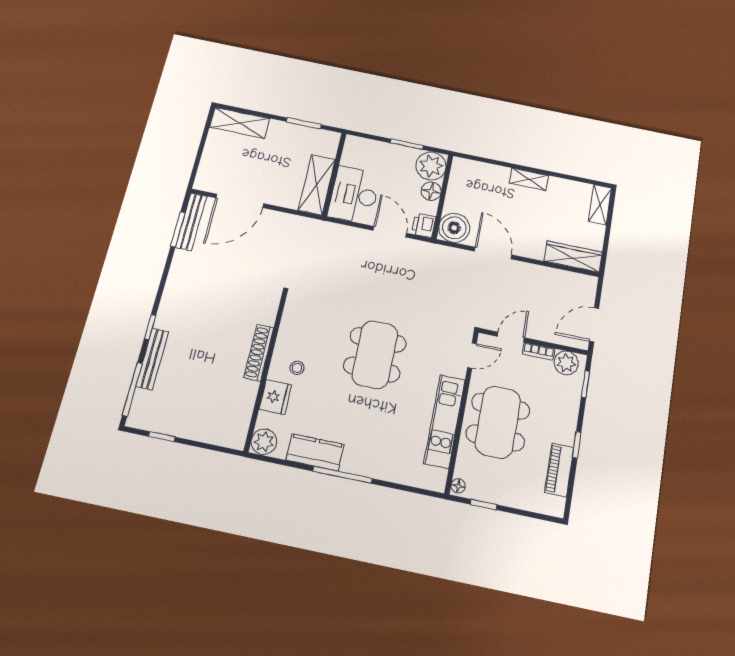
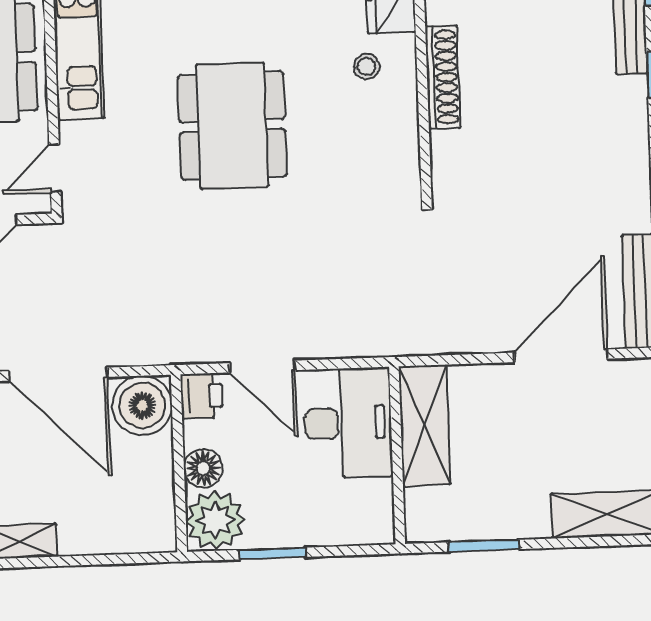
door: (493, 253) -> (58, 374), width x1.36

